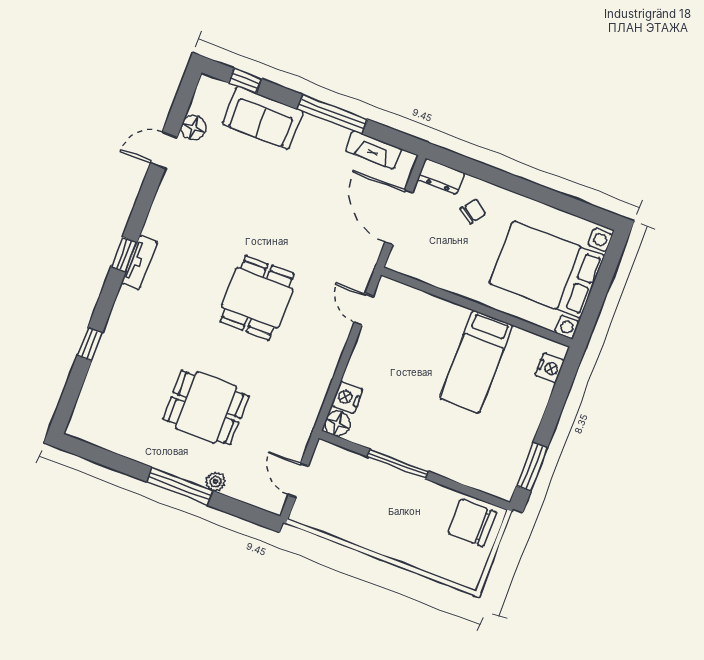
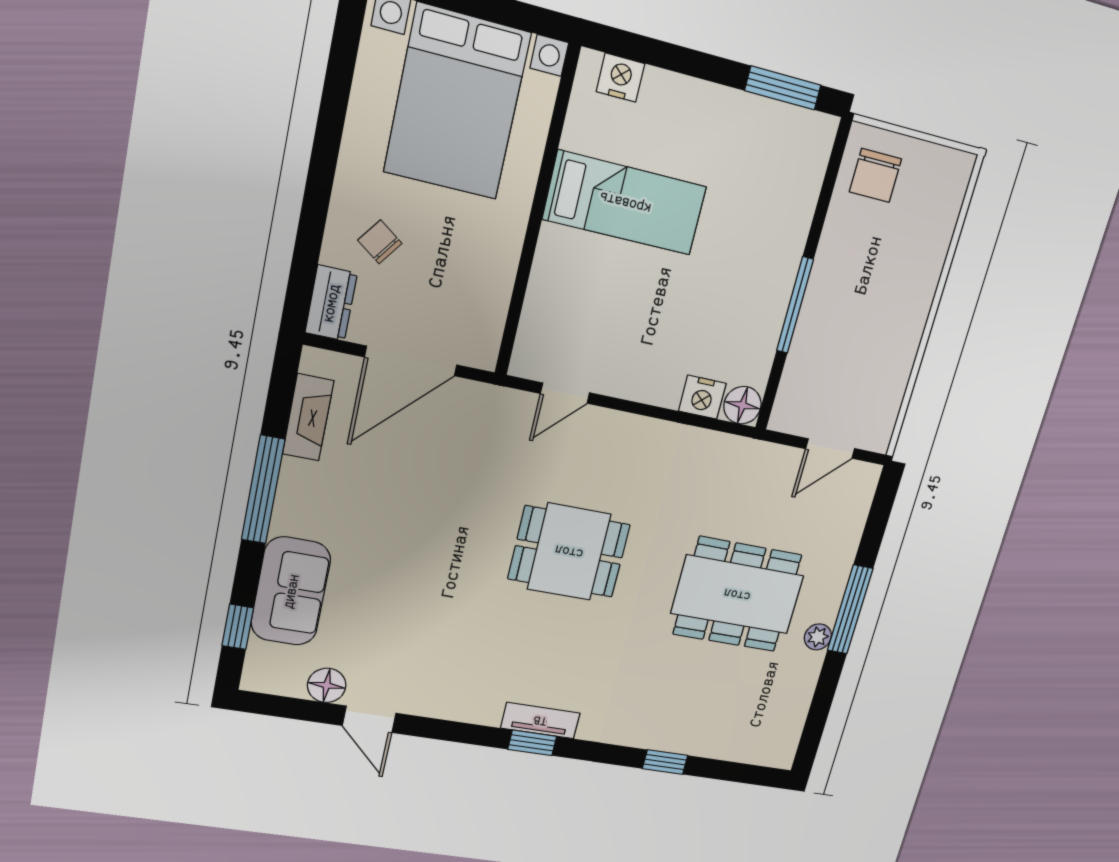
dining table: (206, 408) -> (737, 595), width x1.38
plant: (216, 482) -> (818, 637), moved
chair: (472, 523) -> (875, 175), width x0.73, depth x0.73

